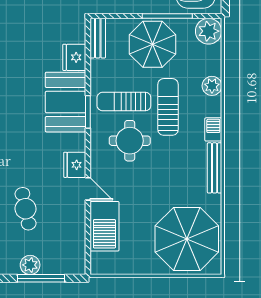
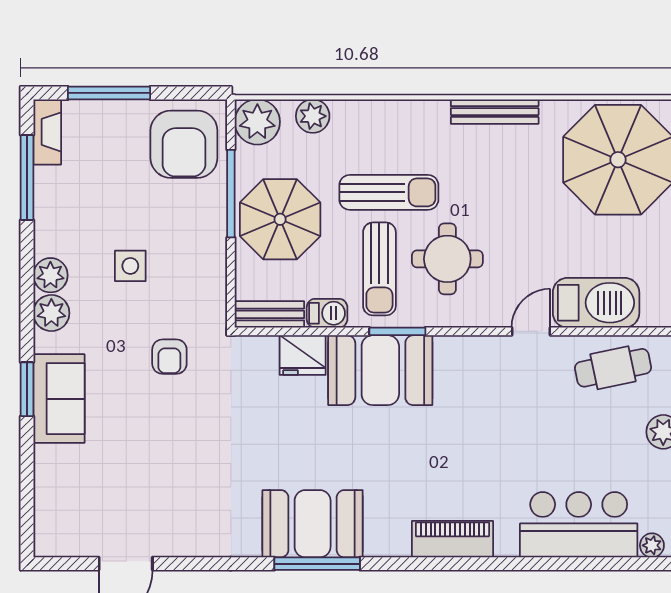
plant: (212, 86) -> (313, 116), moved
sun lounger: (168, 107) -> (389, 192), turned 180
barbecue: (213, 129) -> (327, 313), moved, turned 180
fridge: (75, 165) -> (489, 354), removed
cafe table: (26, 209) -> (613, 368), moved

